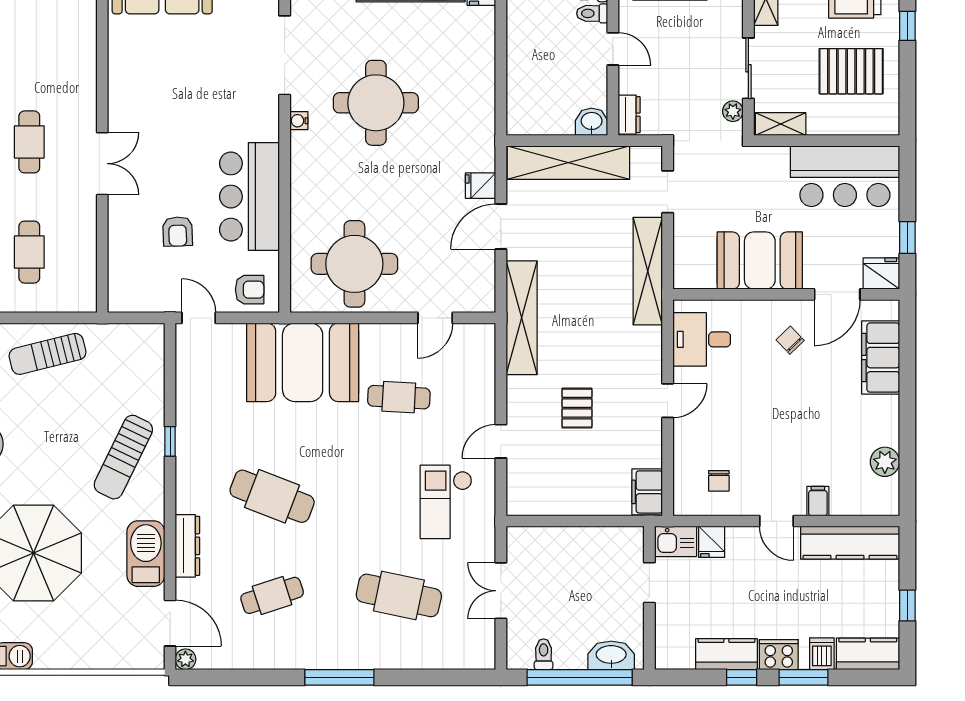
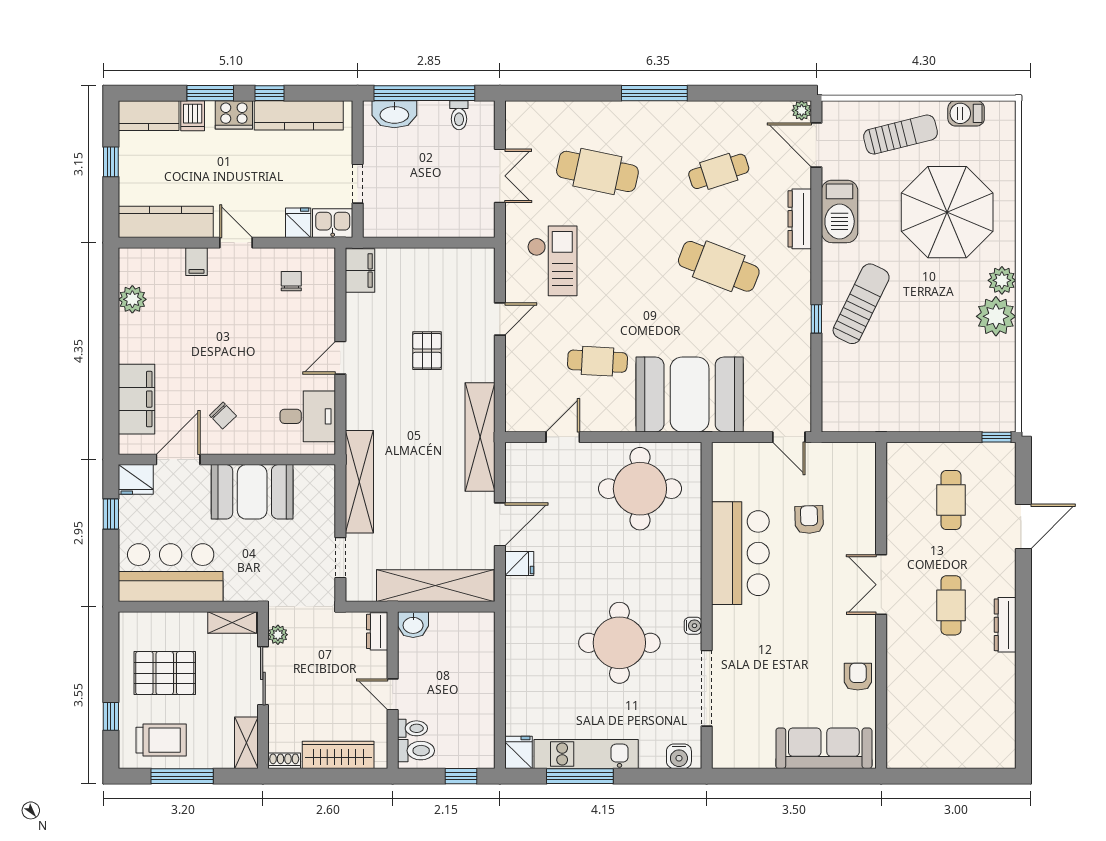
armchair: (250, 290) -> (858, 677), moved, turned 90
sun lounger: (48, 354) -> (900, 135), moved
kitchen counter: (726, 654) -> (299, 115), width x1.50

